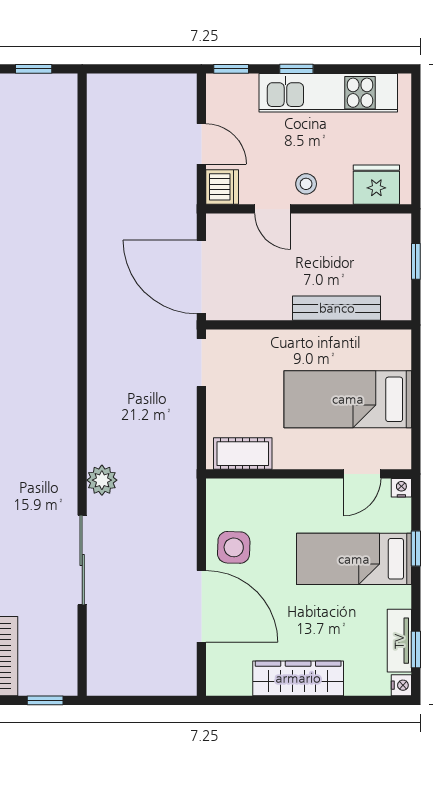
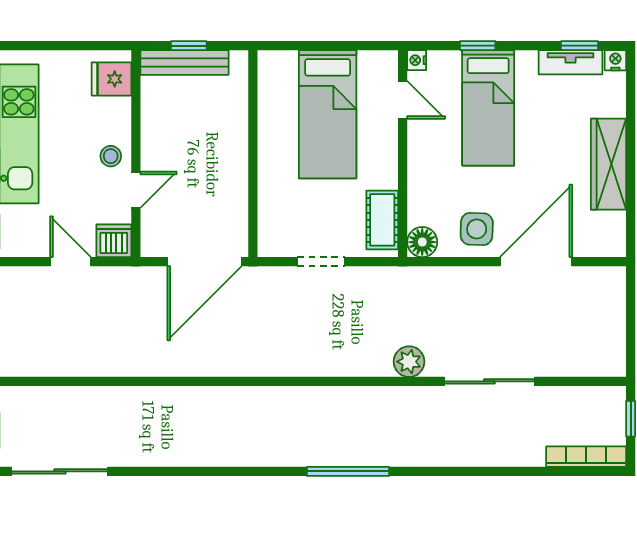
door: (201, 144) -> (71, 262), hinge flipped
fridge: (376, 185) -> (111, 79), width x0.72
bench: (337, 308) -> (184, 62), moved, turned 90
doorway: (201, 363) -> (321, 262), moved
floor lamp: (221, 493) -> (422, 242), added

